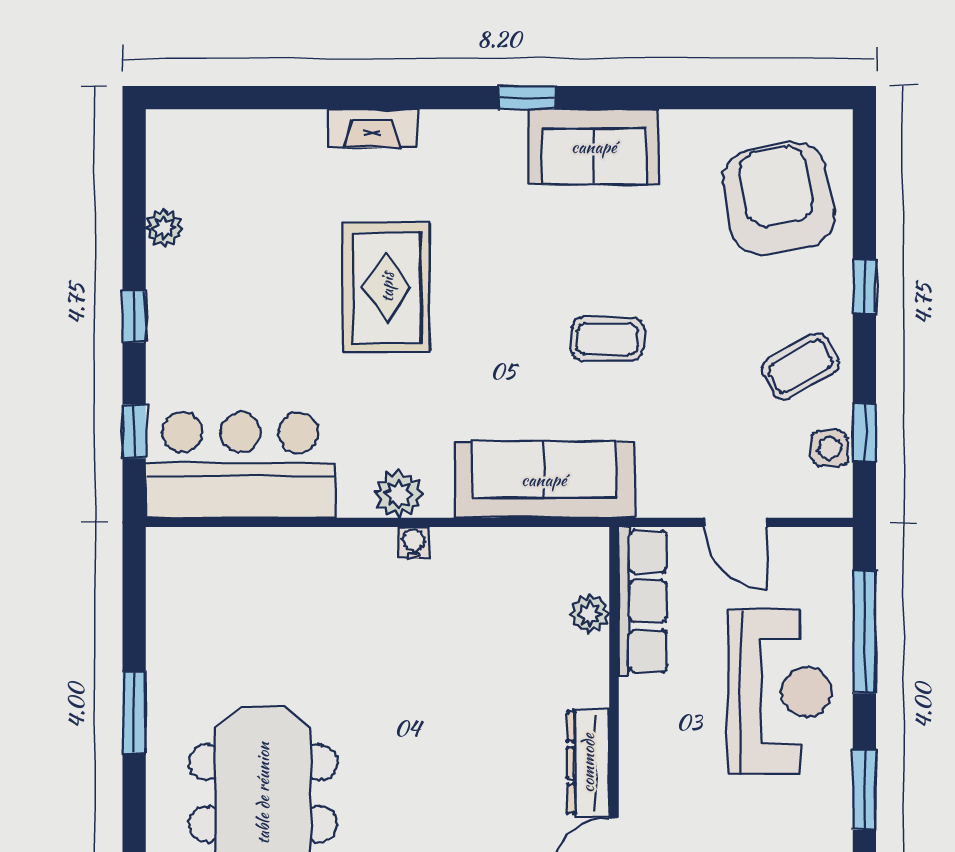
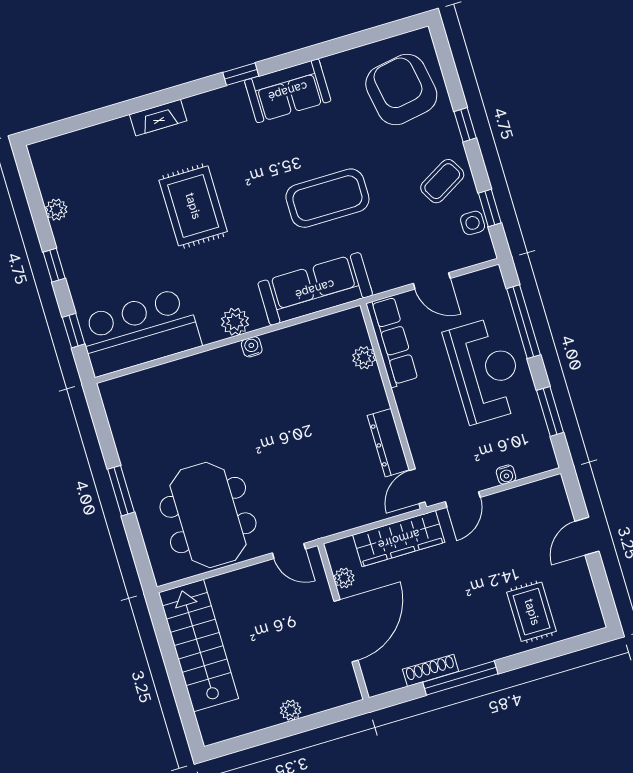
coffee table: (607, 339) -> (327, 198), width x1.86, depth x1.72

